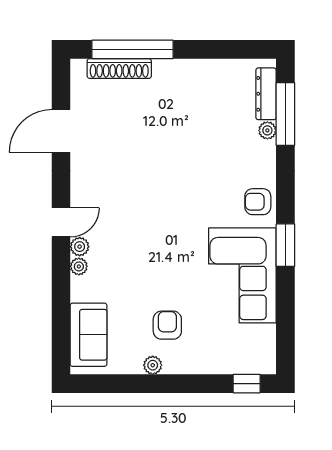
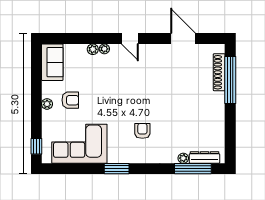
armchair: (258, 202) -> (142, 131), moved
plant: (80, 247) -> (93, 49), moved
corner sofa: (242, 275) -> (79, 144), moved
sofa: (88, 335) -> (52, 62), moved, turned -90
plant: (153, 365) -> (47, 104), moved

